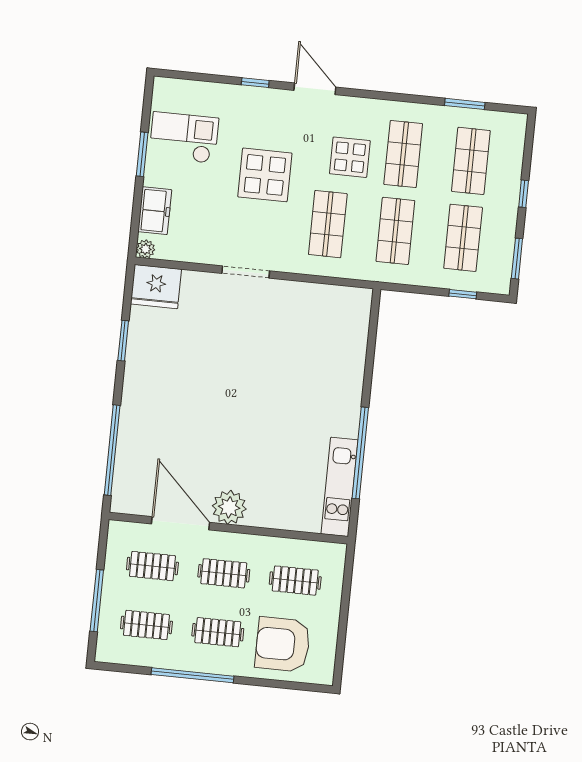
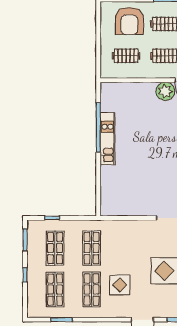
shop shelf: (328, 224) -> (128, 248), removed
kitchen unit: (340, 487) -> (108, 139), moved
armchair: (283, 644) -> (129, 21), turned 90

